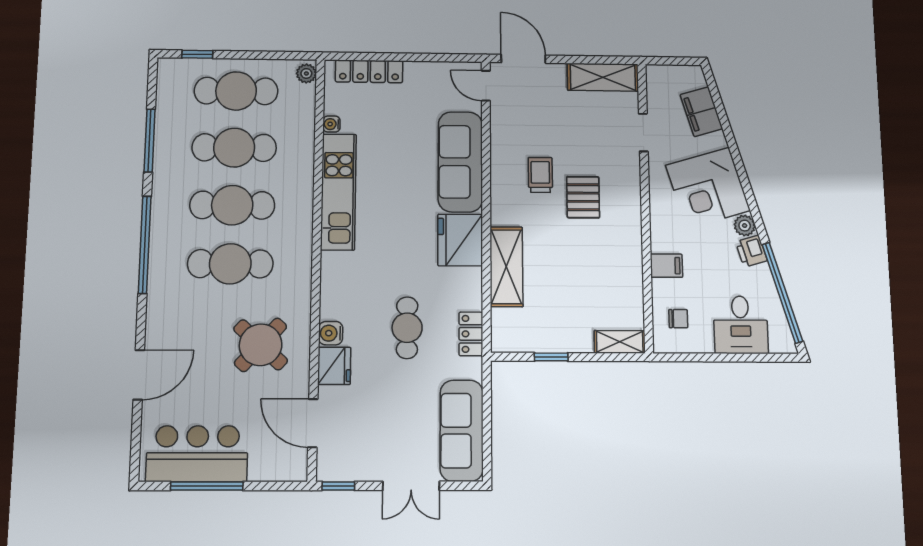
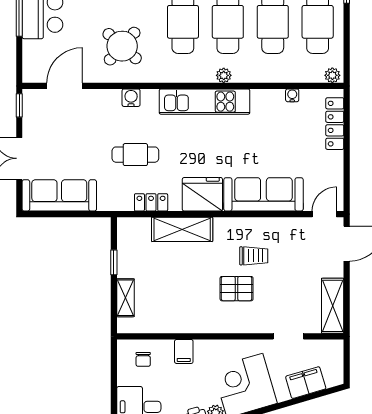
kitchen unit: (338, 192) -> (204, 102), moved
plant: (303, 211) -> (224, 75), added
locker: (471, 334) -> (151, 202), moved
shelving: (620, 342) -> (125, 298), moved
fridge: (334, 366) -> (107, 101), removed

